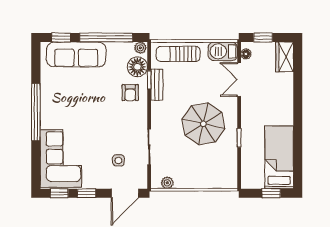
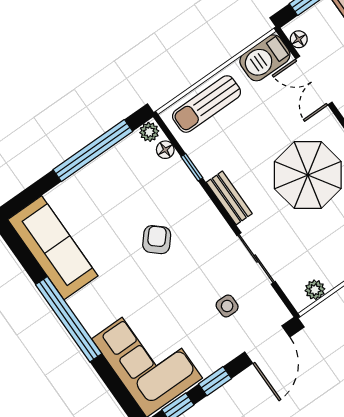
window: (61, 37) -> (32, 194), removed
sofa: (76, 54) -> (53, 248), moved, turned -90
floor lamp: (137, 67) -> (165, 150), width x0.53, depth x0.53
bench: (157, 85) -> (229, 198), moved
armchair: (130, 93) -> (157, 240), moved, turned -139

